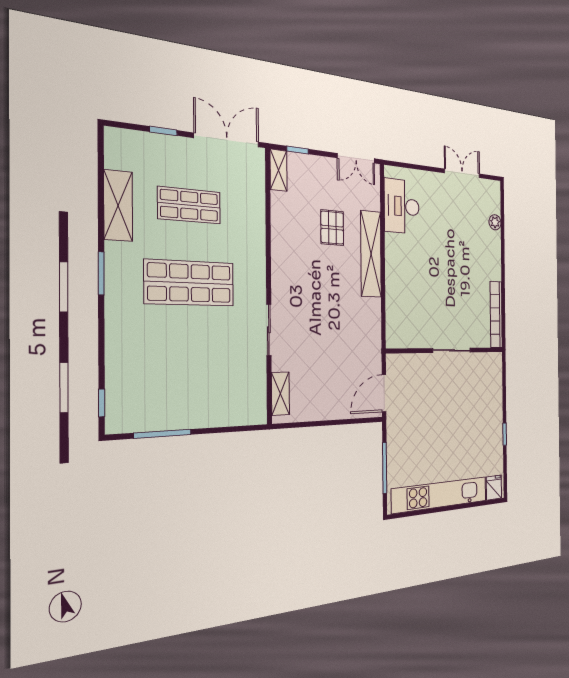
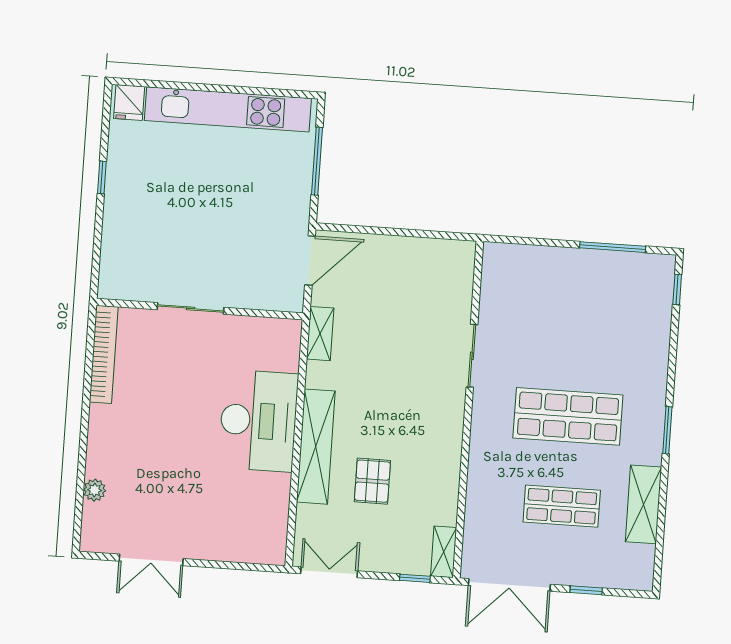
desk: (402, 206) -> (258, 421), moved, width x1.36, depth x1.30
shelving: (280, 394) -> (320, 334), moved

